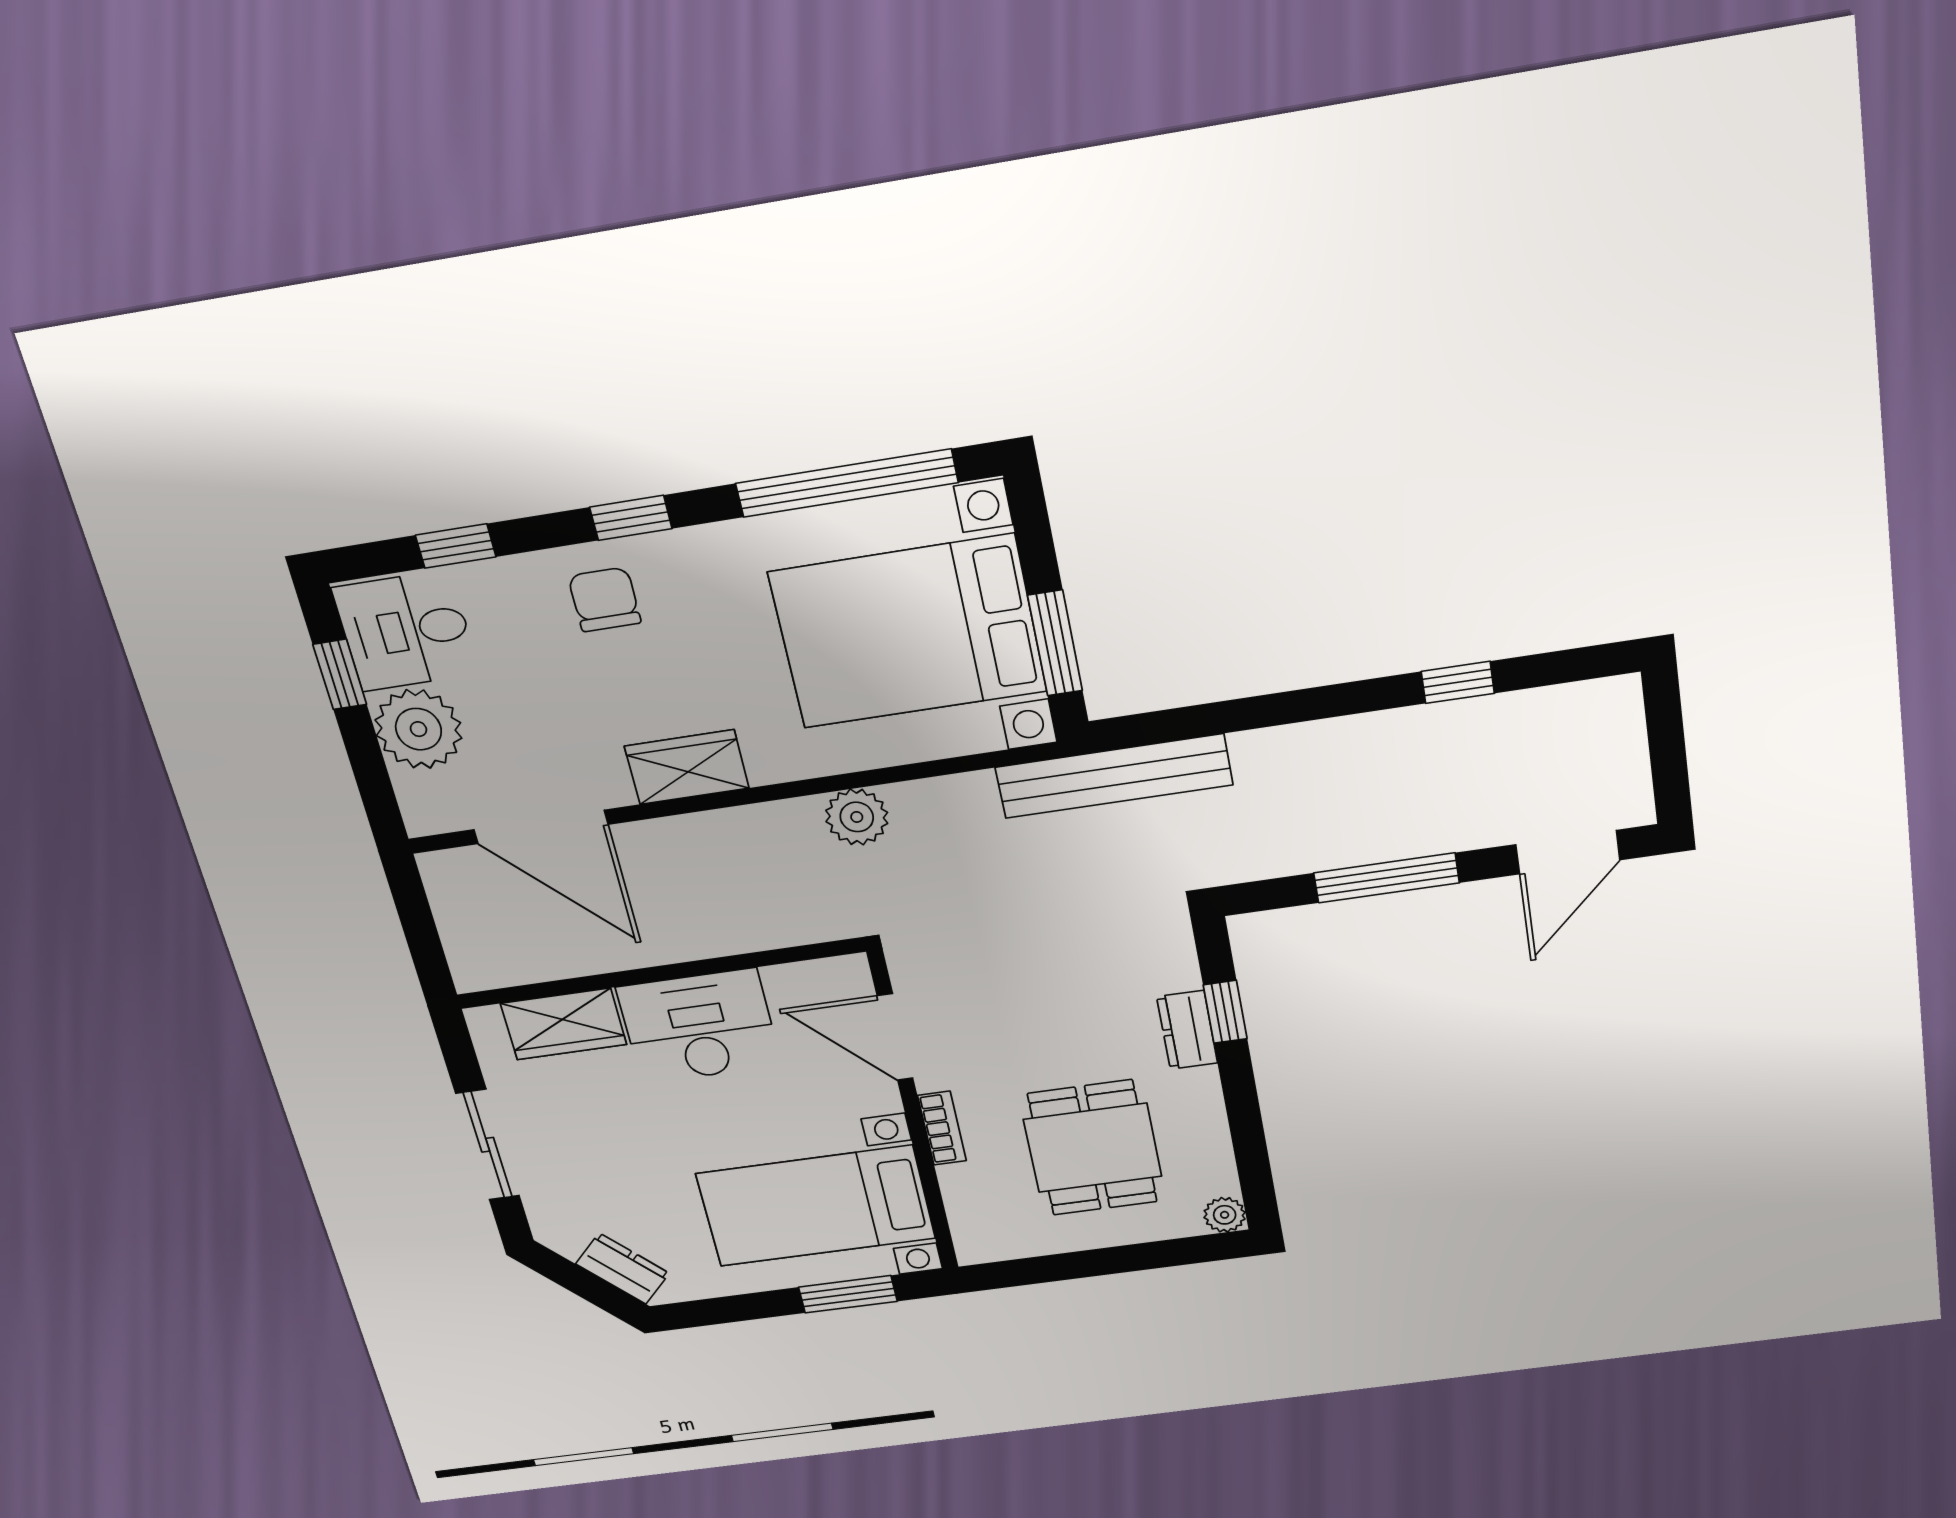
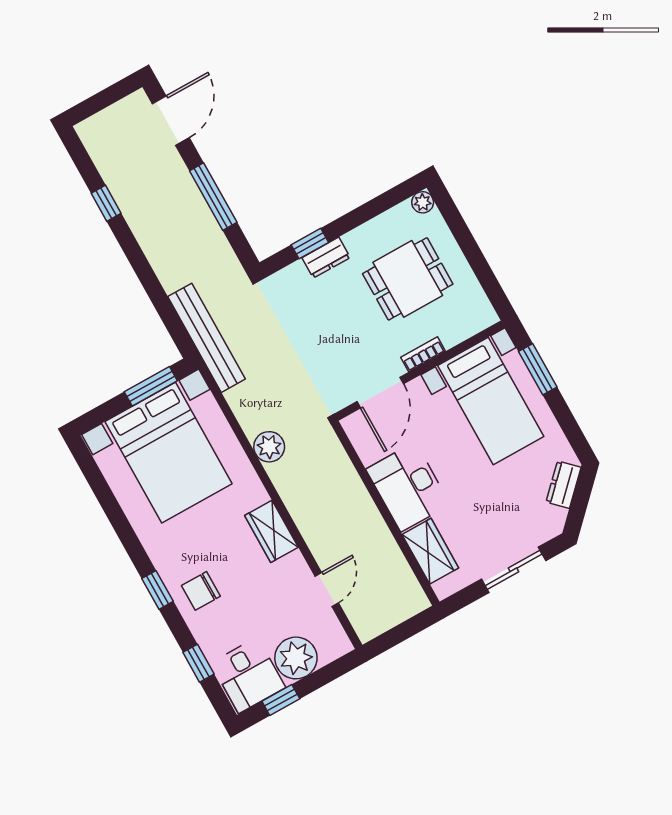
window: (847, 483) -> (108, 501), removed
door: (541, 827) -> (327, 589), width x0.53
door: (1568, 852) -> (171, 121), hinge flipped

